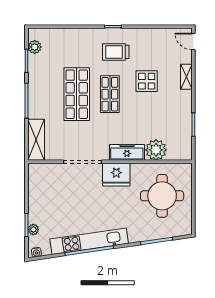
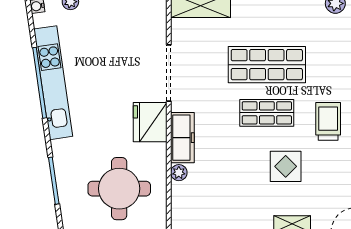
plant: (156, 150) -> (179, 173), width x0.53, depth x0.53

